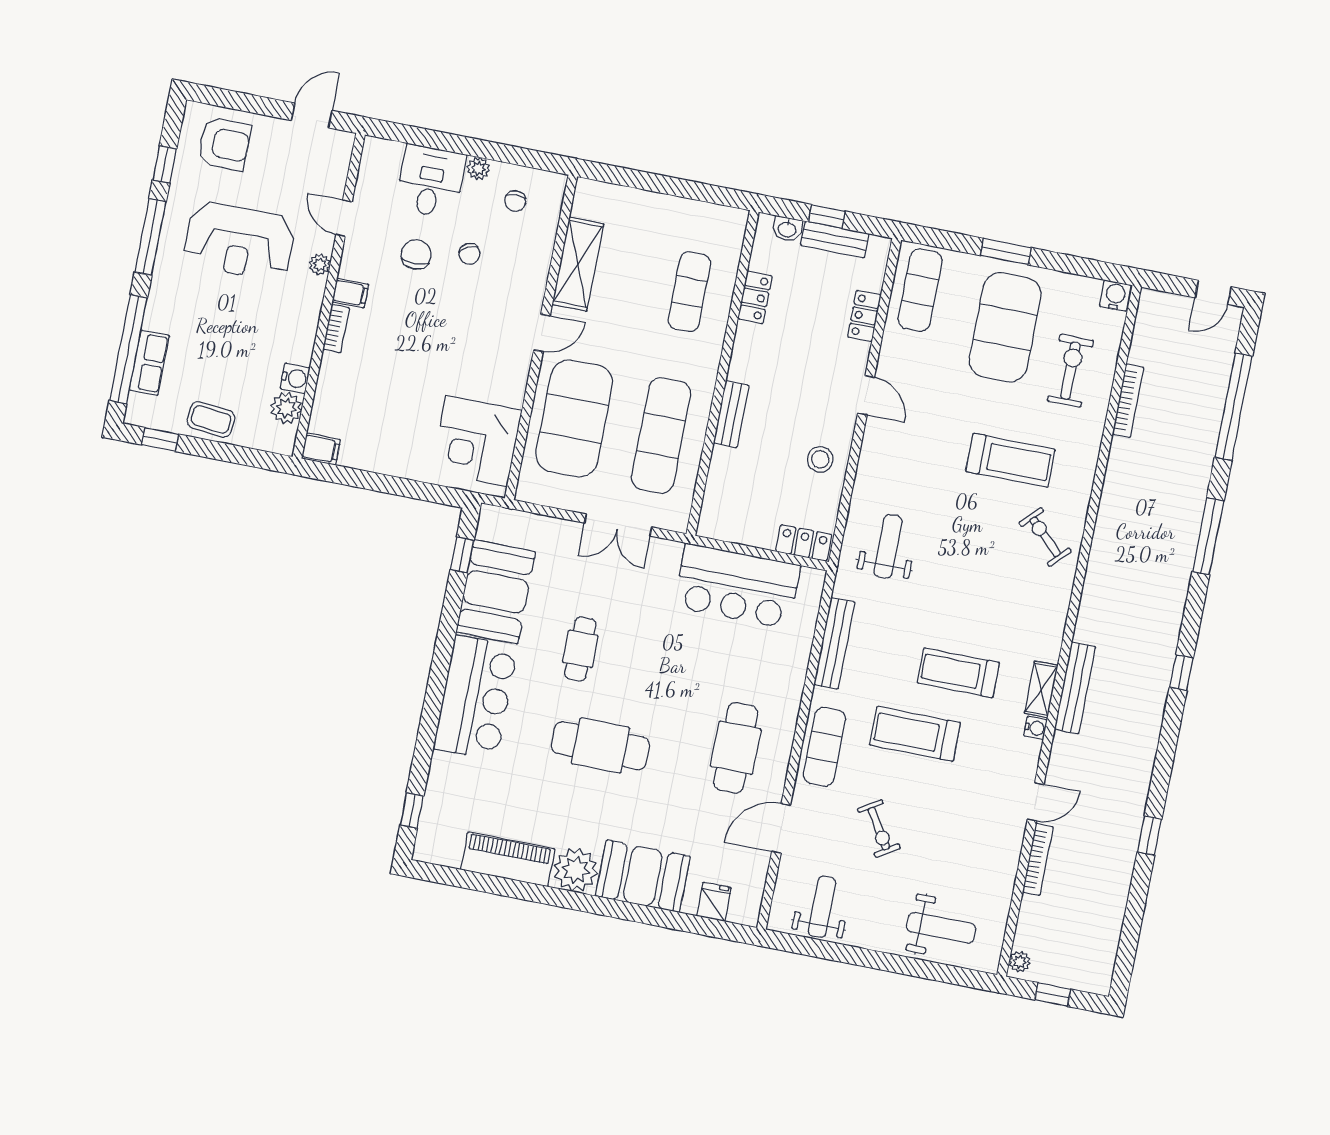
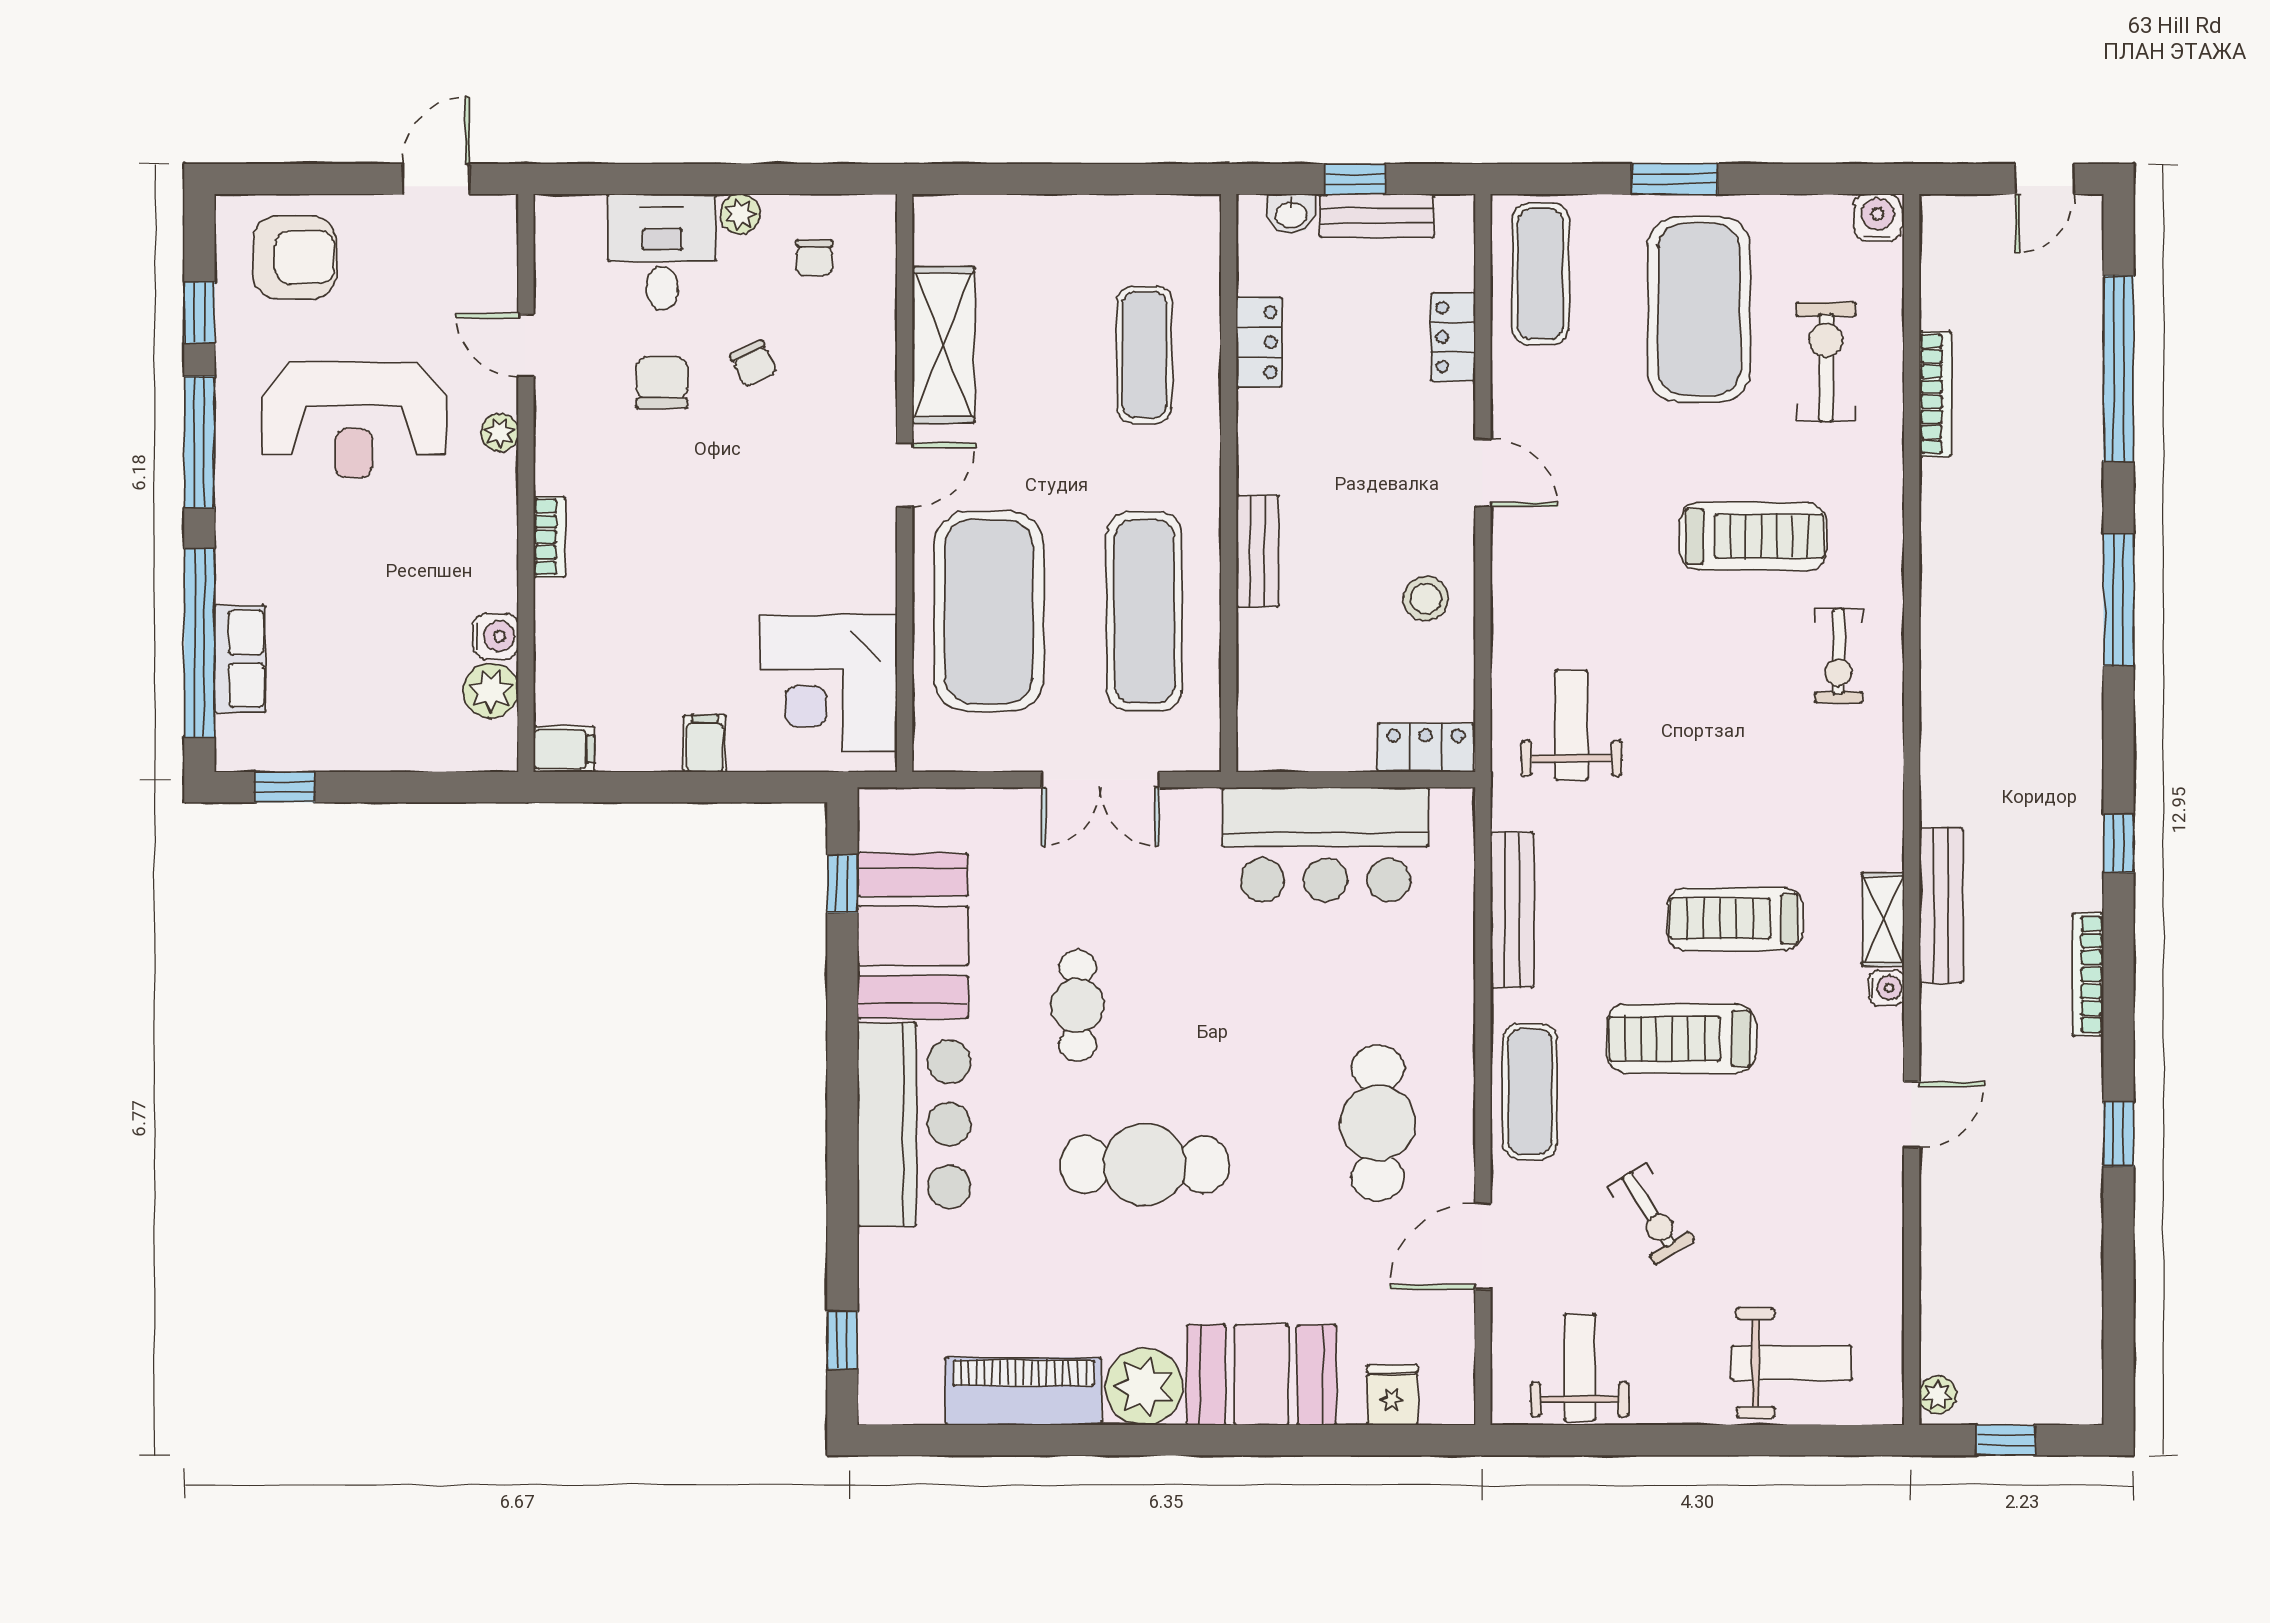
filing cabinet: (350, 293) -> (705, 744), moved, turned -90
coffee table: (211, 419) -> (365, 735), removed
exercise bike: (1045, 537) -> (1838, 656), turned -134
bookcase: (1038, 860) -> (2088, 974), moved, turned 180

